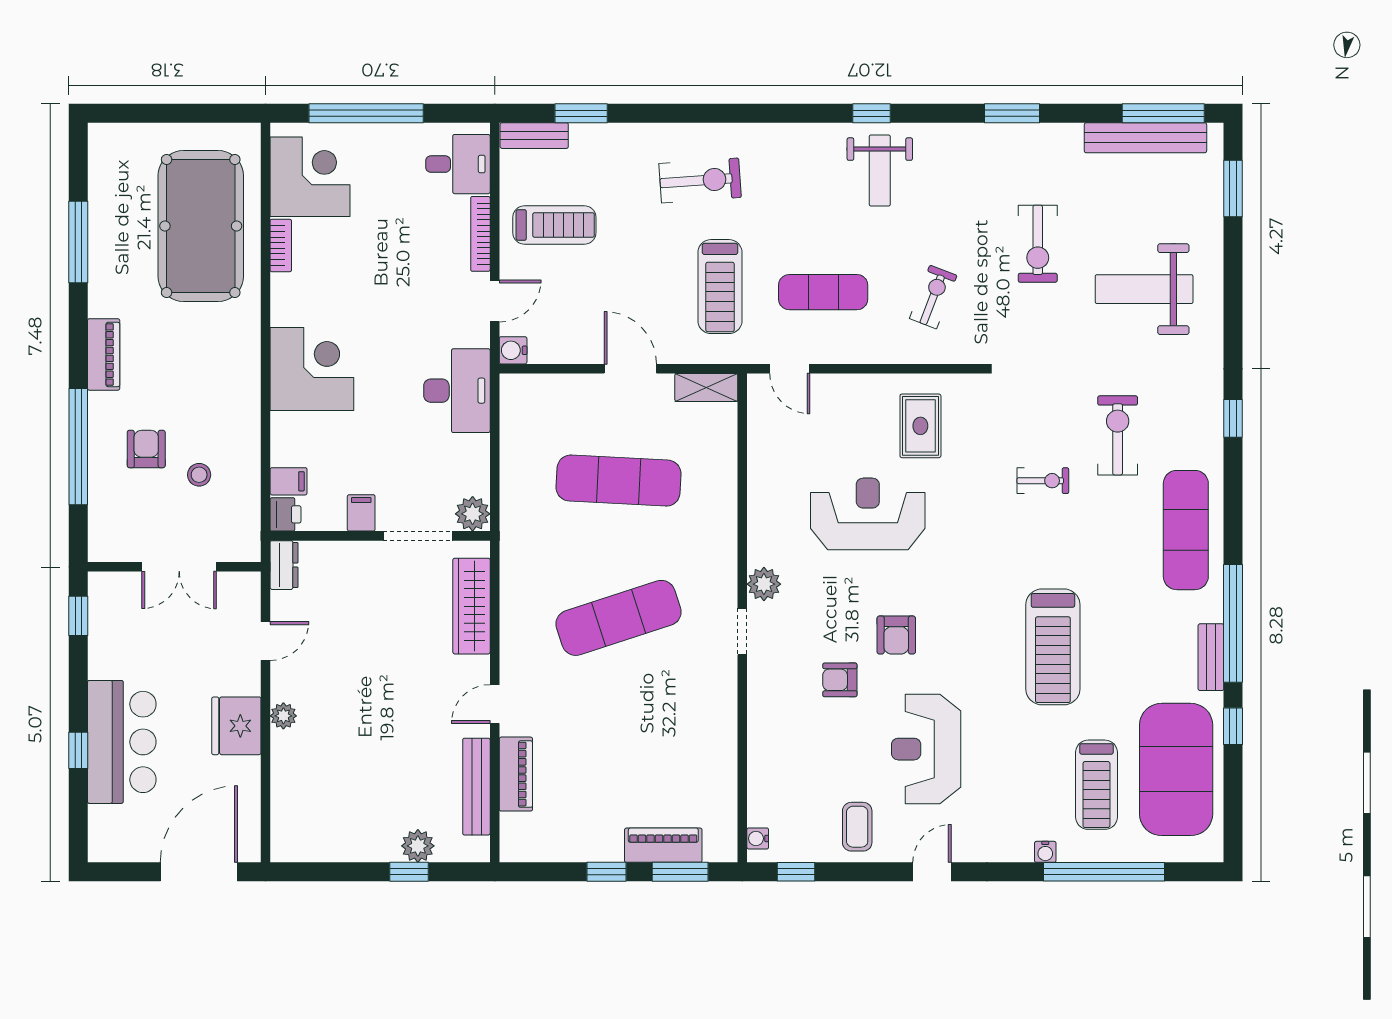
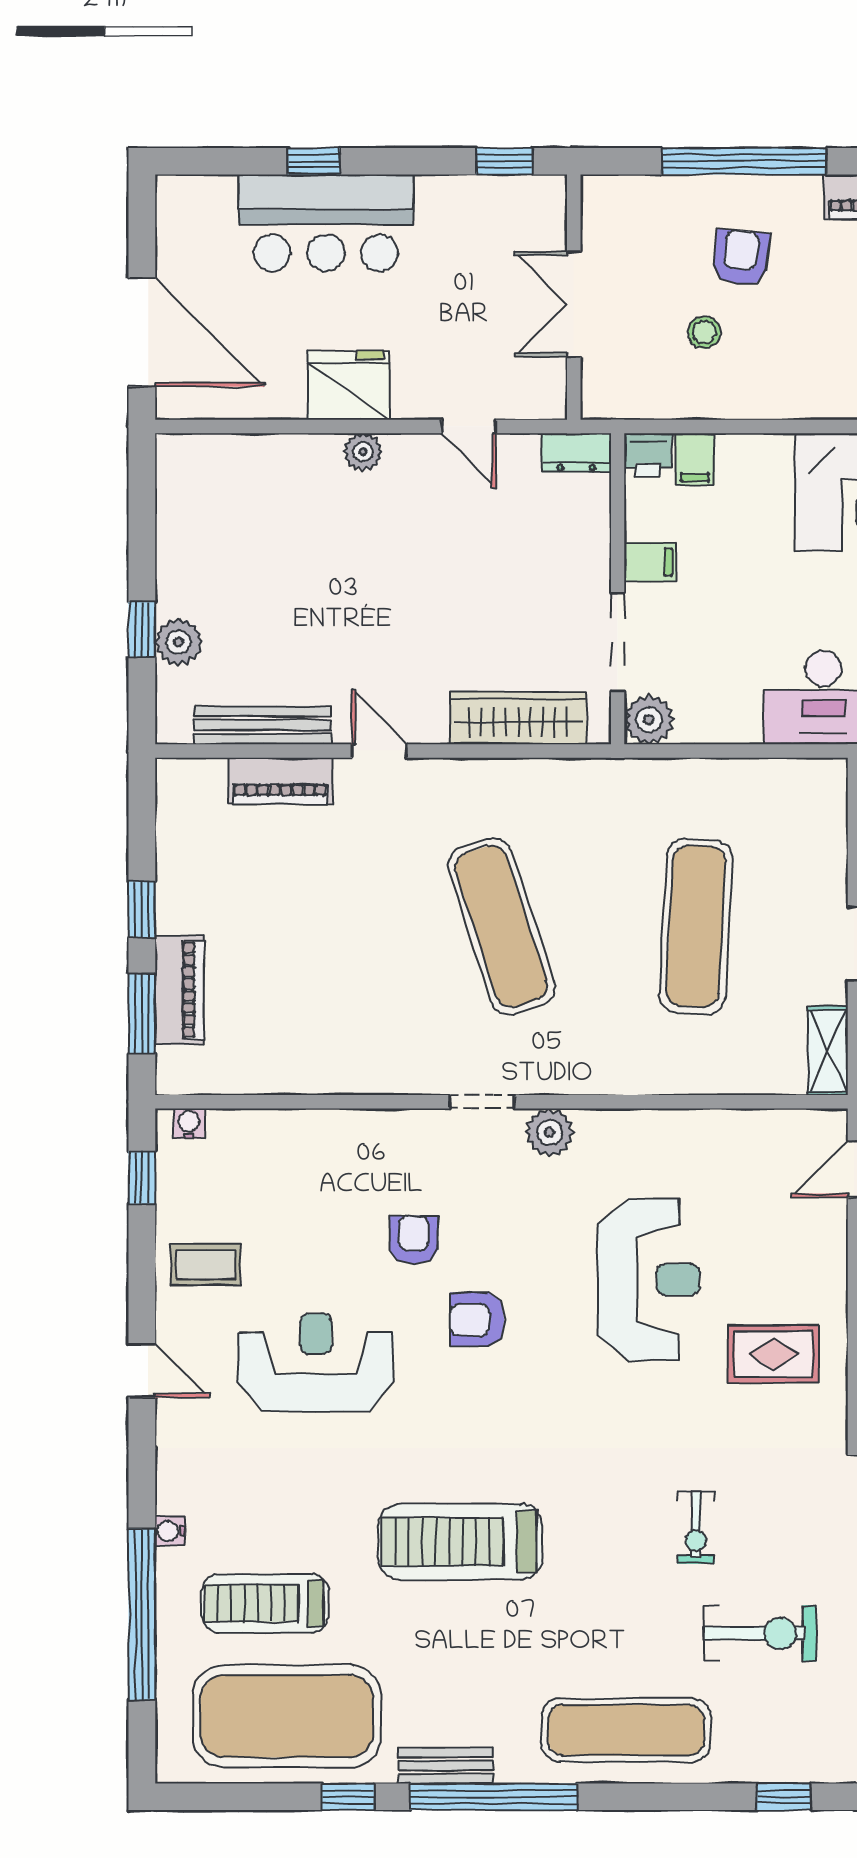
armchair: (146, 449) -> (741, 257), turned -84

